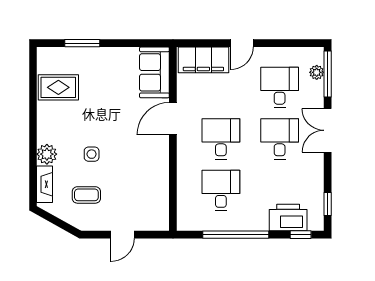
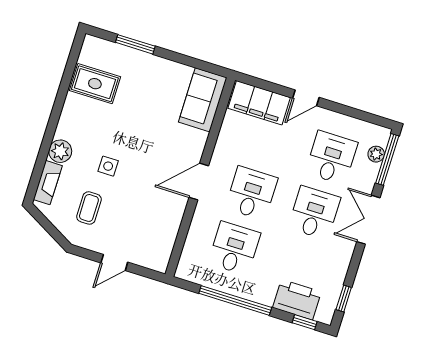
door: (173, 119) -> (199, 182), moved
coffee table: (86, 195) -> (89, 208), turned 90

